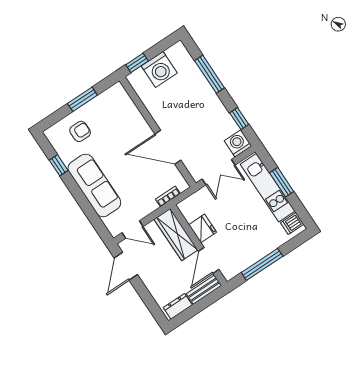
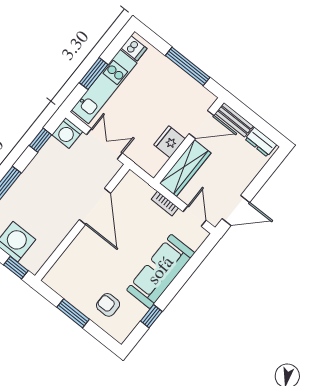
bookcase: (168, 196) -> (165, 204), moved

